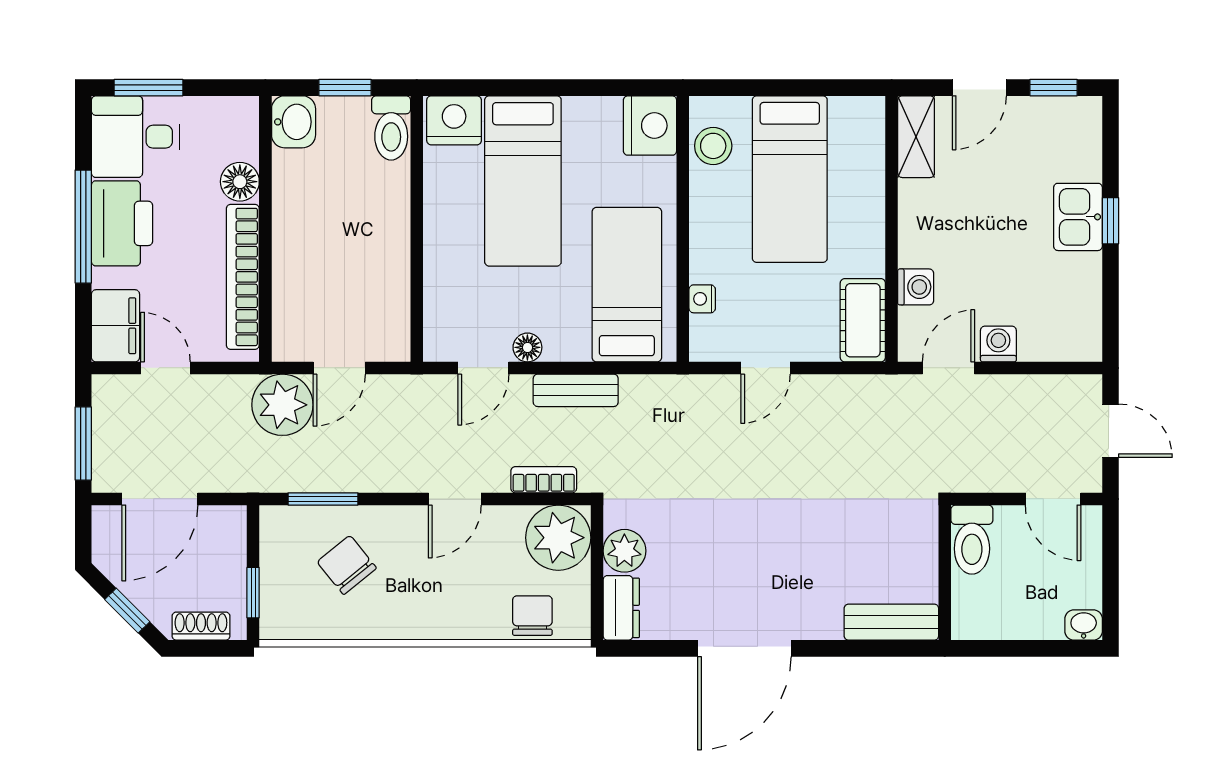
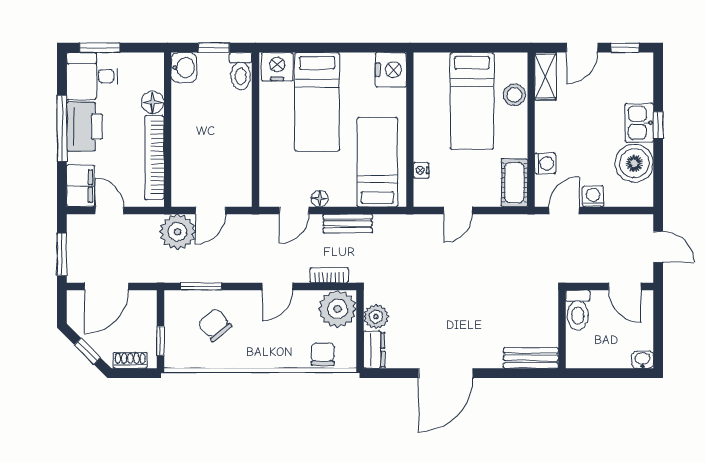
stool: (713, 146) -> (514, 95), moved
boiler: (1069, 287) -> (634, 163), added

